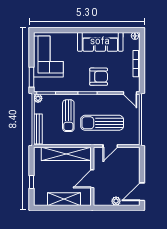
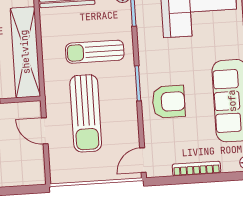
armchair: (99, 77) -> (169, 102), turned -90
sun lounger: (102, 123) -> (86, 113), turned 180

